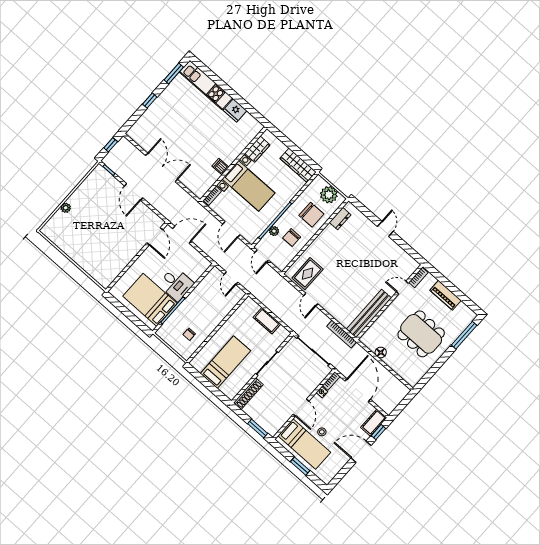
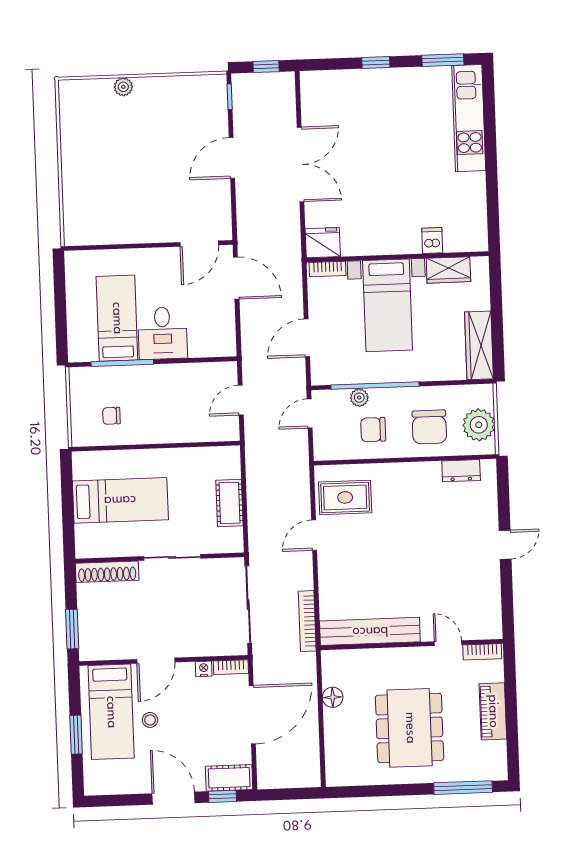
fridge: (235, 110) -> (323, 243), moved, turned 90
dishwasher: (220, 167) -> (432, 241), moved
bed: (150, 300) -> (117, 318), width x0.67

